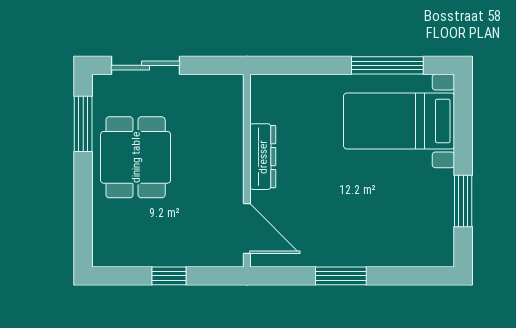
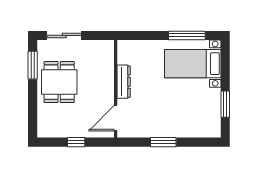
door: (247, 228) -> (116, 118), swing flipped

